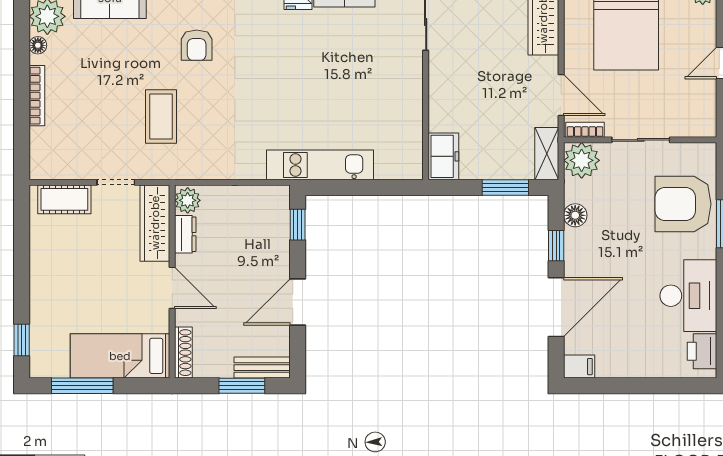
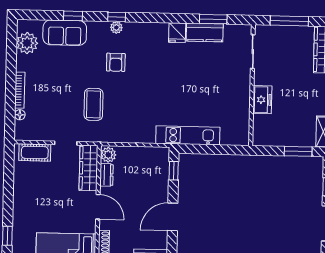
floor lamp: (38, 45) -> (20, 115), moved
freezer: (443, 156) -> (262, 100), moved

